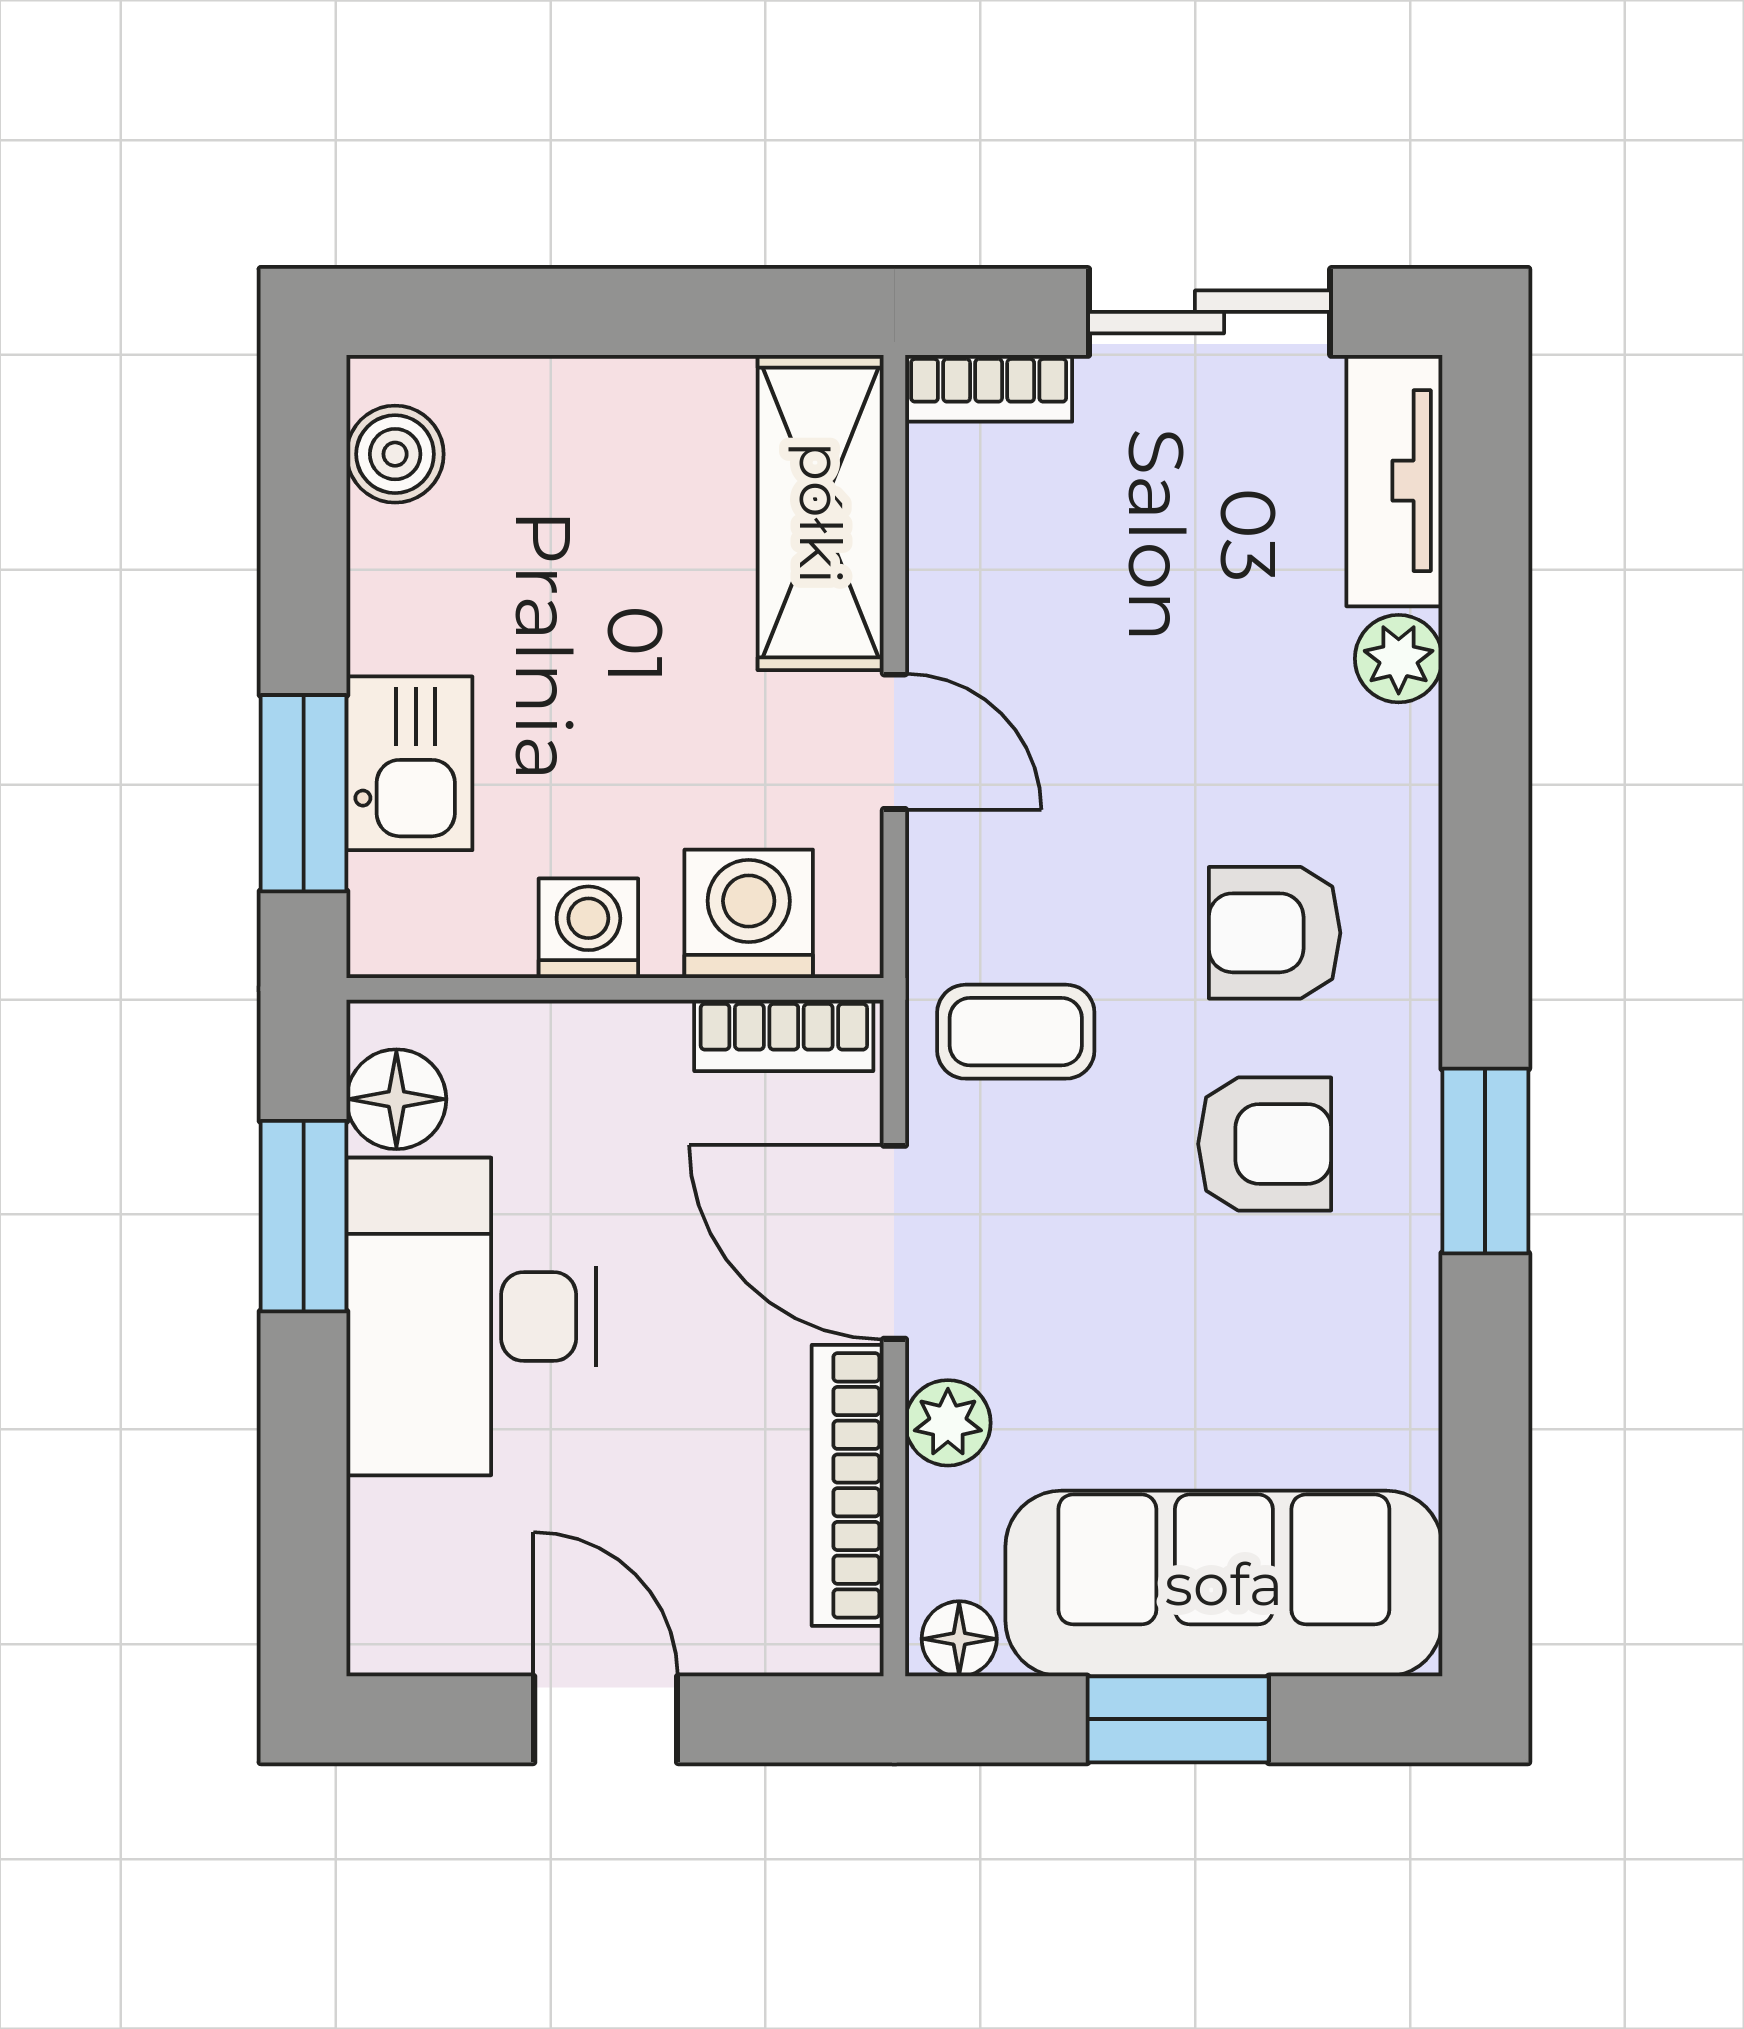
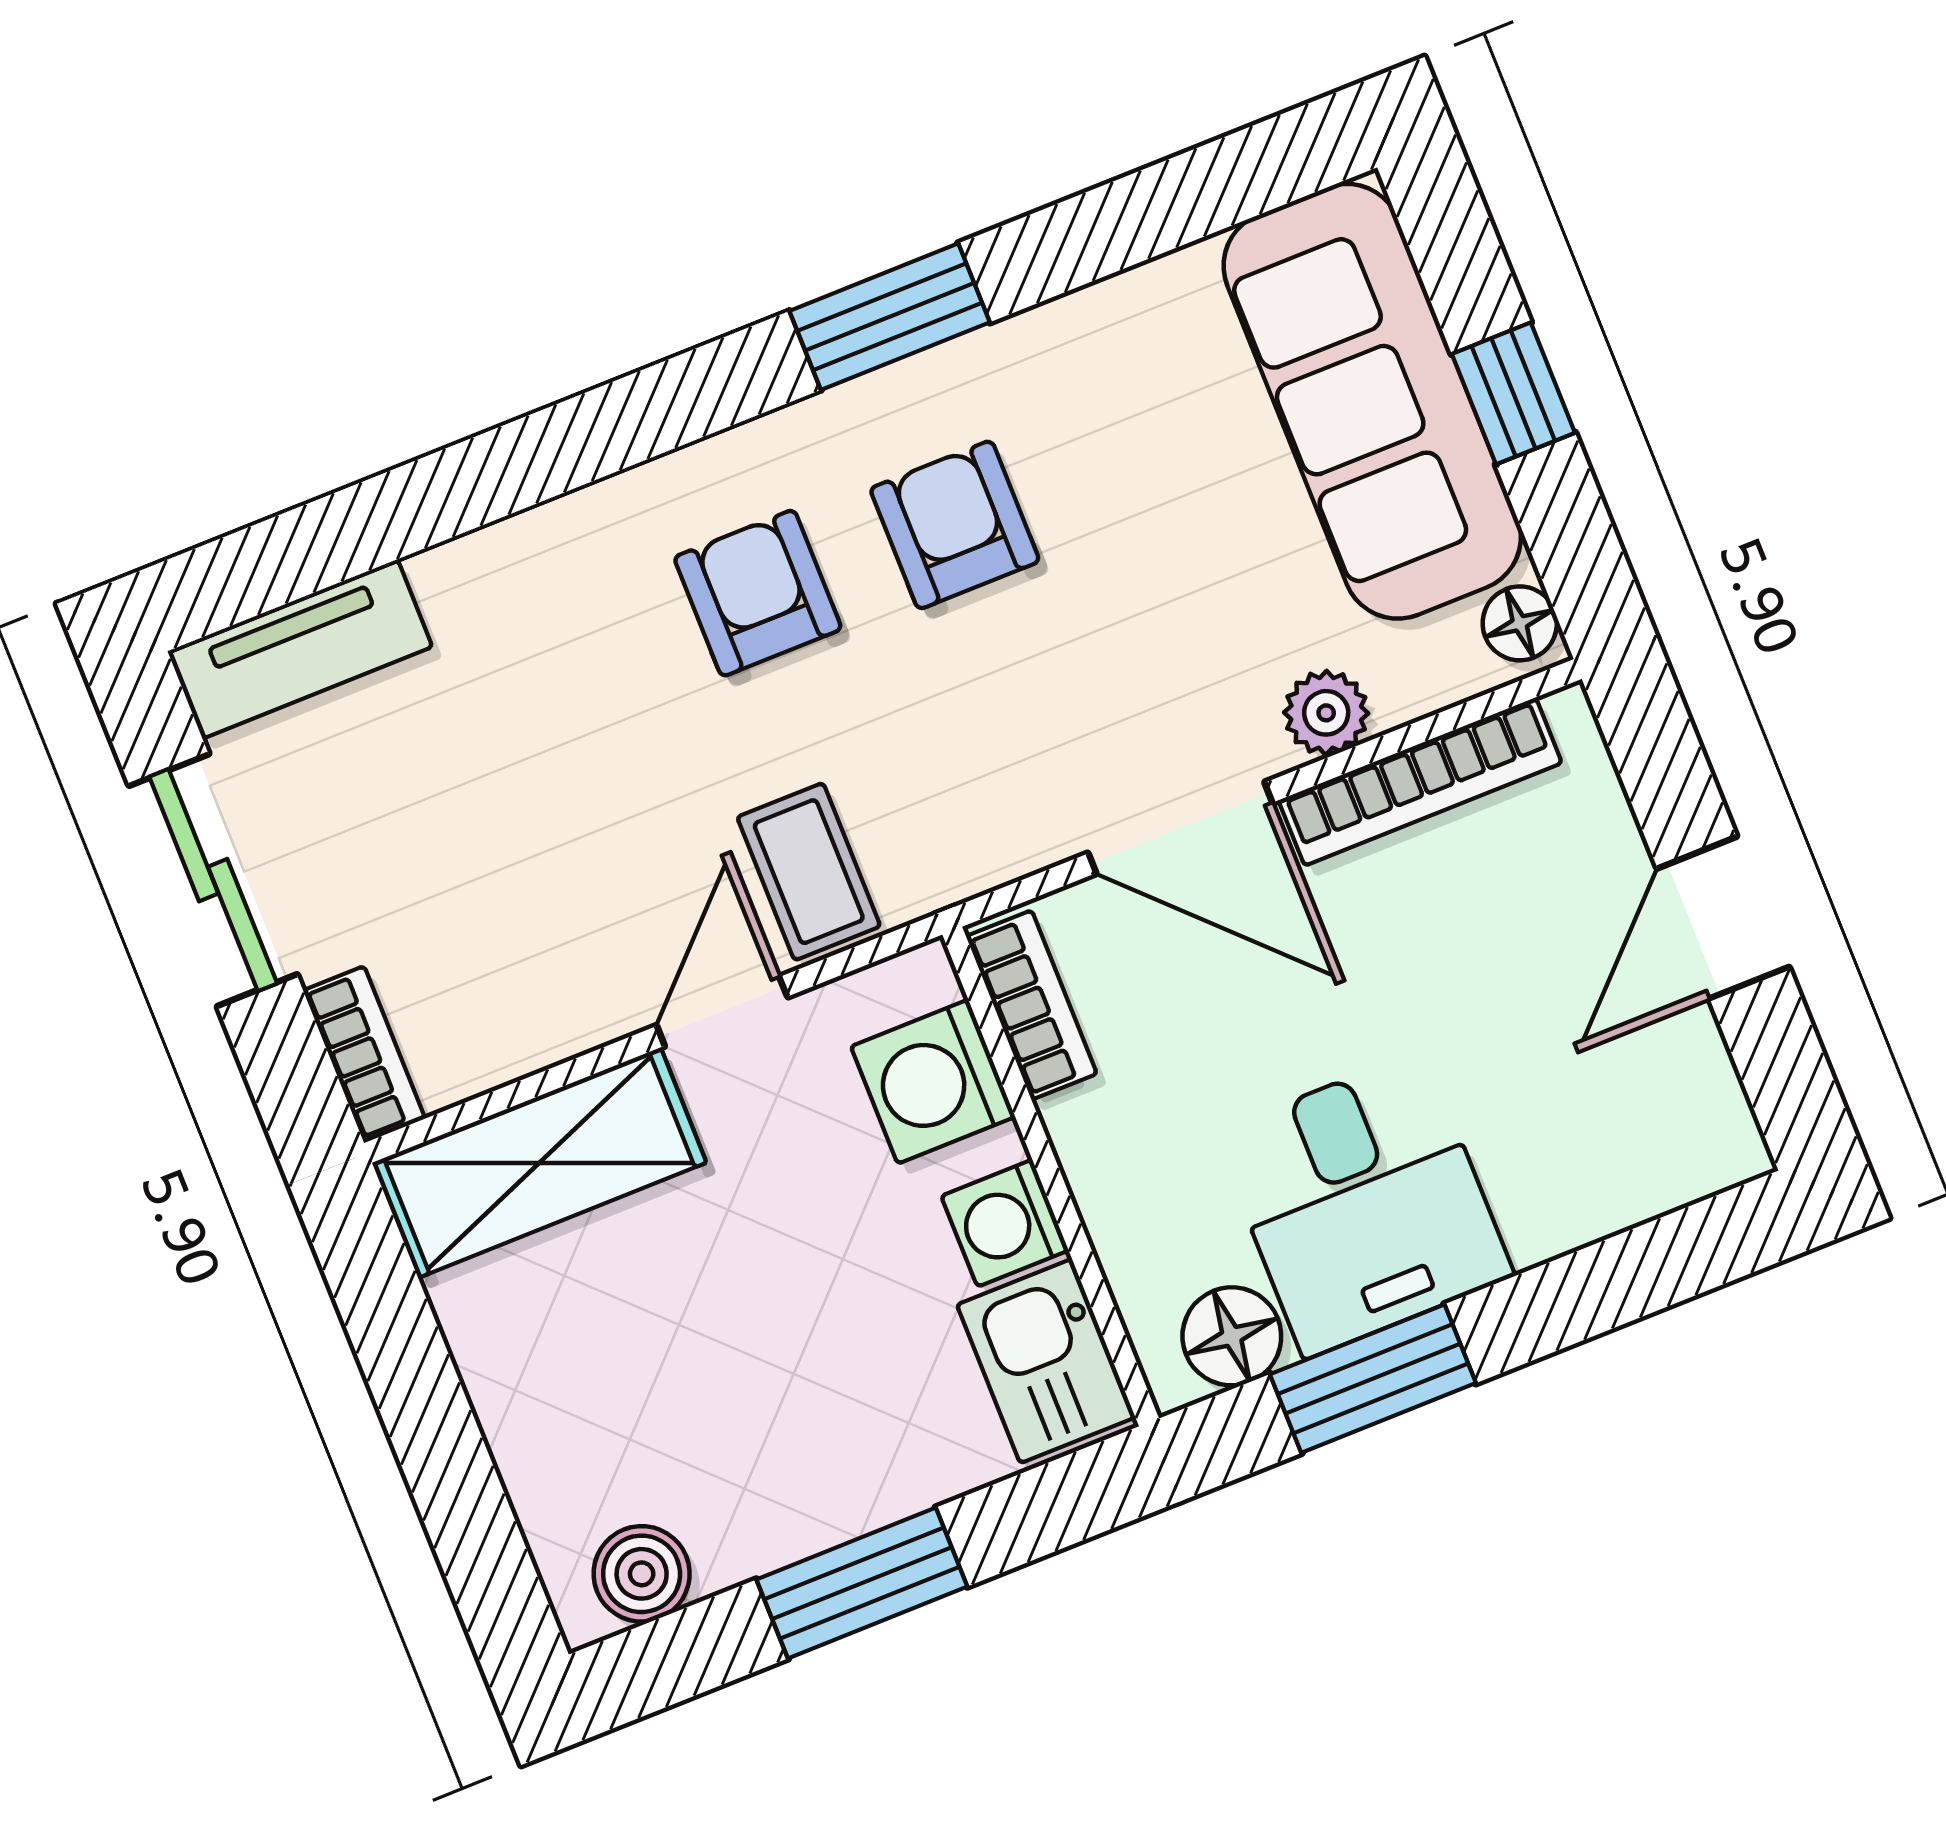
plant: (1399, 659) -> (461, 580), removed
kitchen sink: (409, 763) -> (1046, 1361), moved, turned -90
window: (304, 793) -> (862, 1583), moved
armchair: (1275, 933) -> (758, 593), turned 180
coffee table: (1016, 1032) -> (809, 872), moved
door: (894, 1242) -> (1180, 828), hinge flipped
desk: (471, 1317) -> (1364, 1204), width x0.73
window: (1178, 1719) -> (1513, 393), width x0.67

